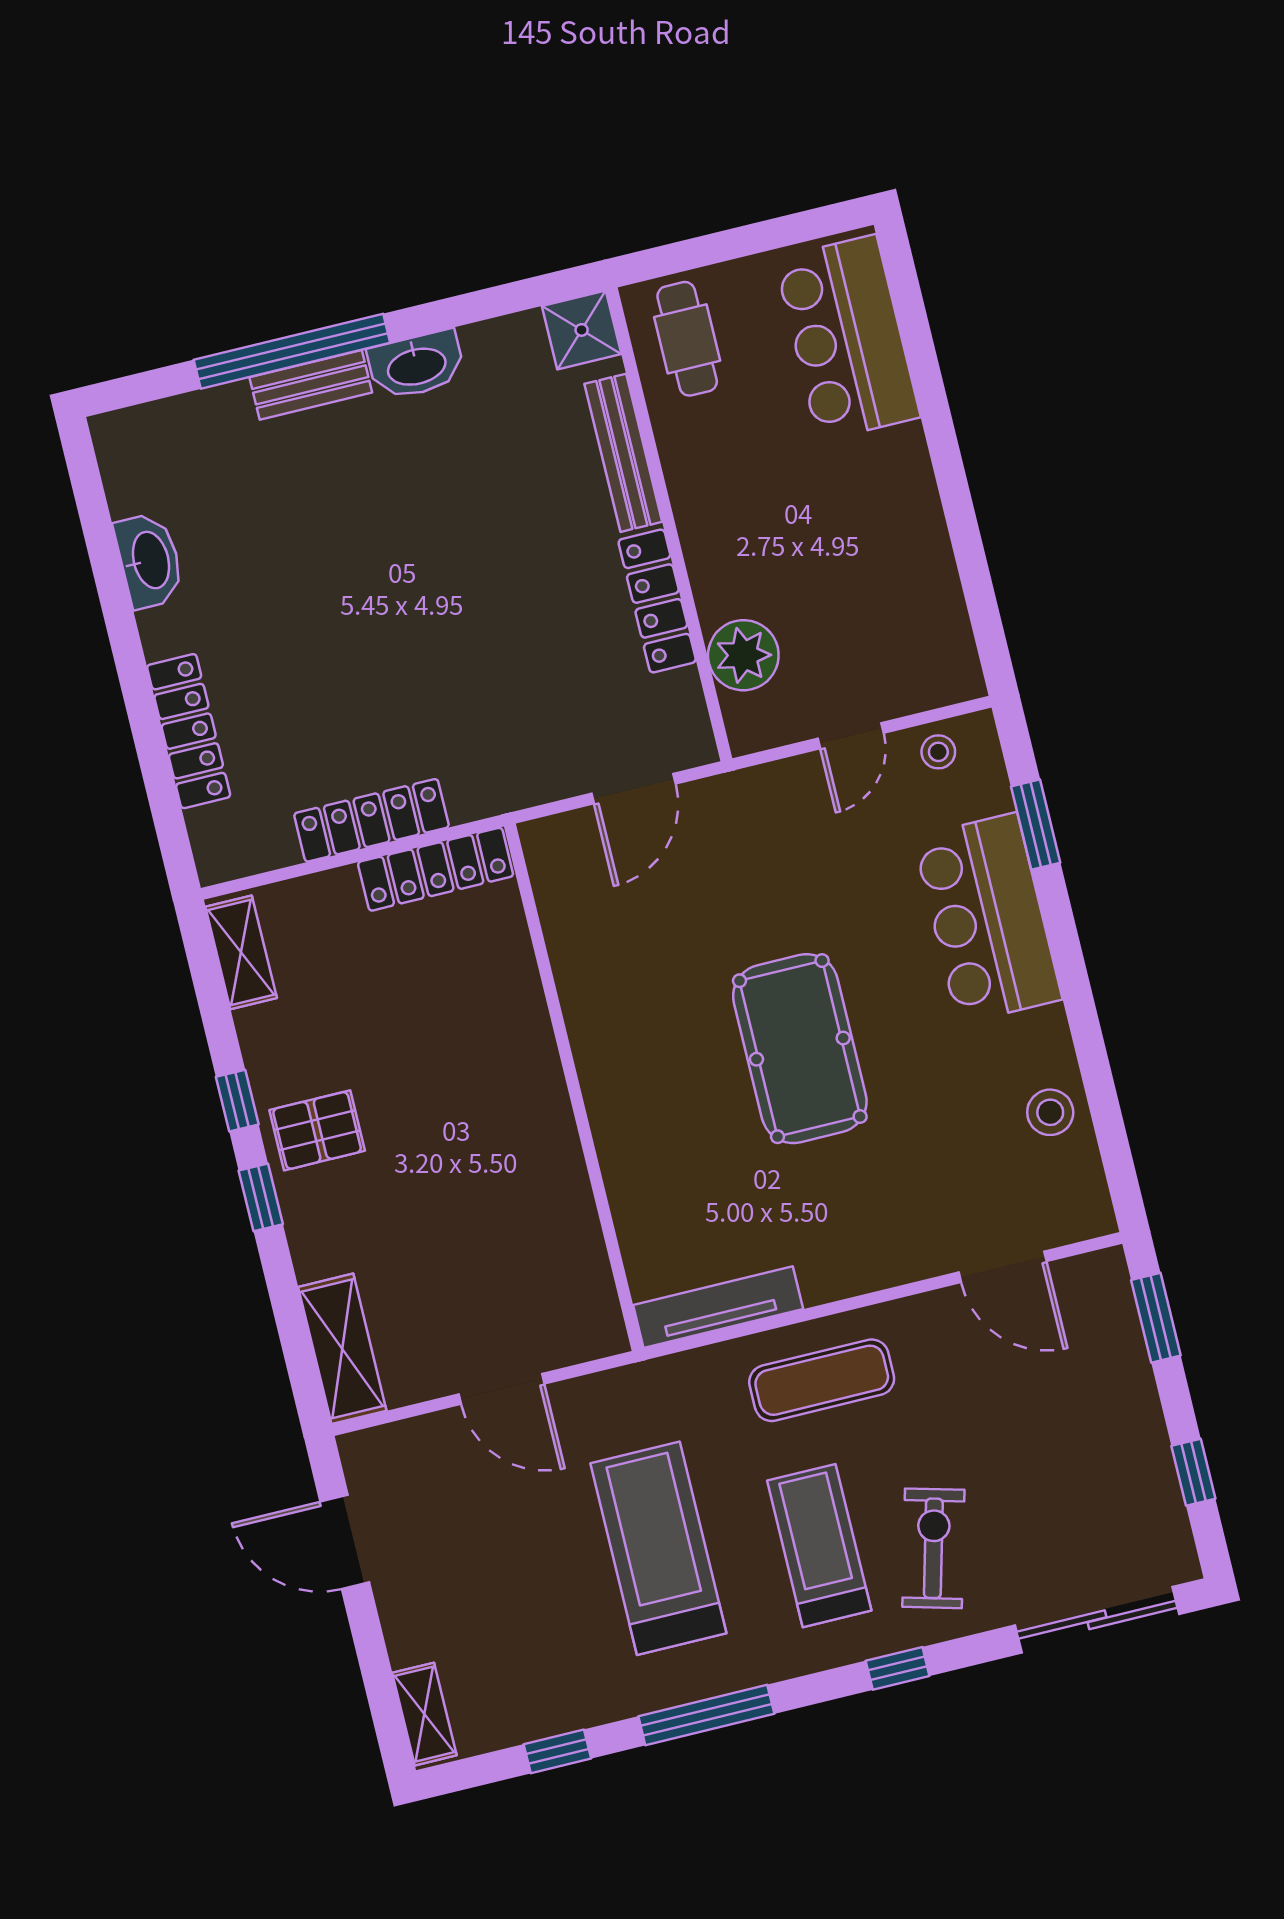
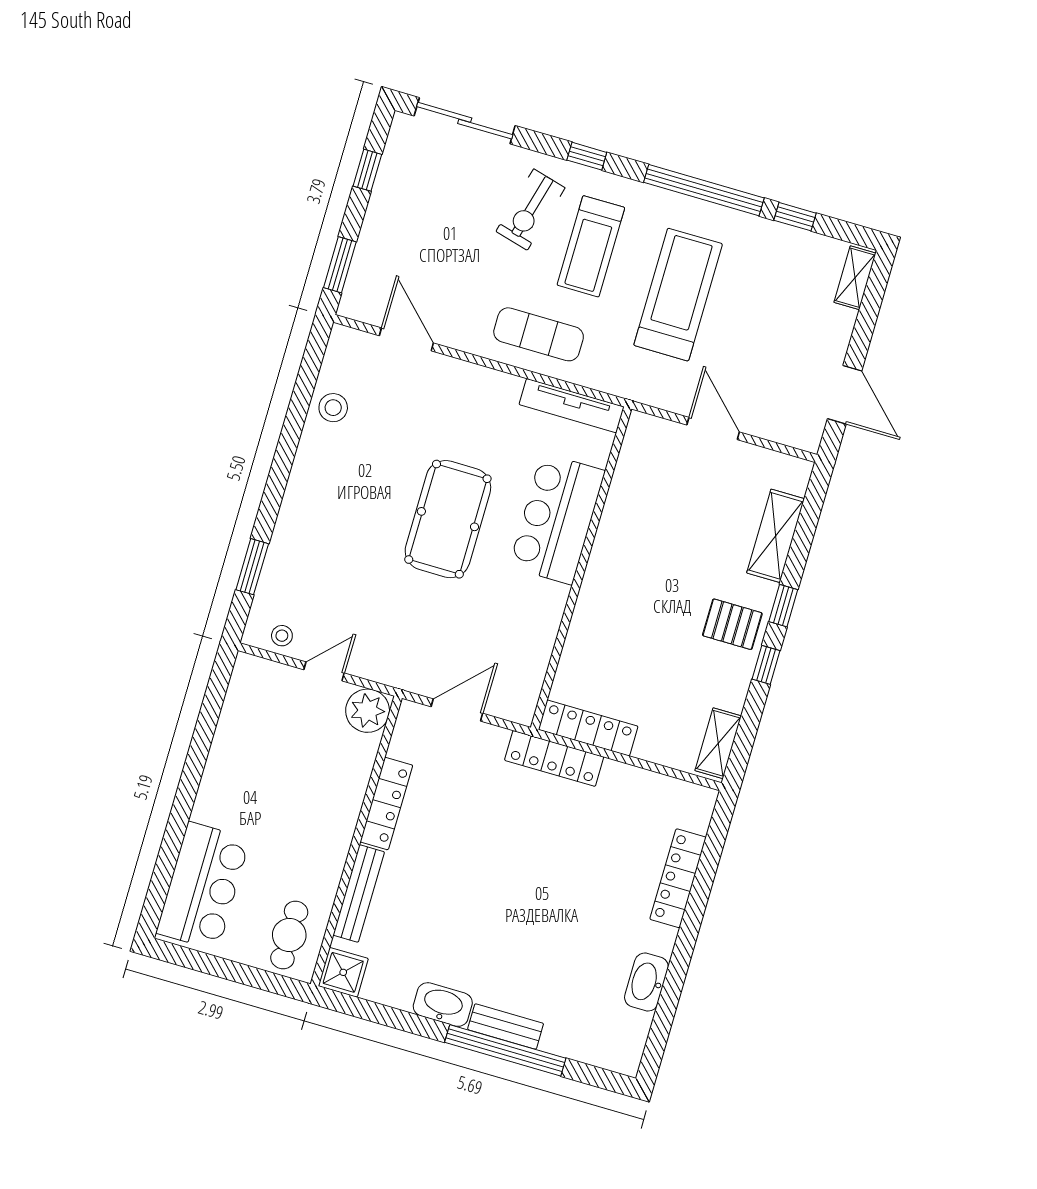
plant: (743, 655) -> (368, 711), moved
locker: (371, 820) -> (554, 758), moved
bar counter: (988, 918) -> (557, 519), moved, turned 180
shelving: (342, 1349) -> (776, 536), moved
treadmill: (658, 1548) -> (678, 295), turned 180
window: (706, 1715) -> (704, 190), width x1.46

